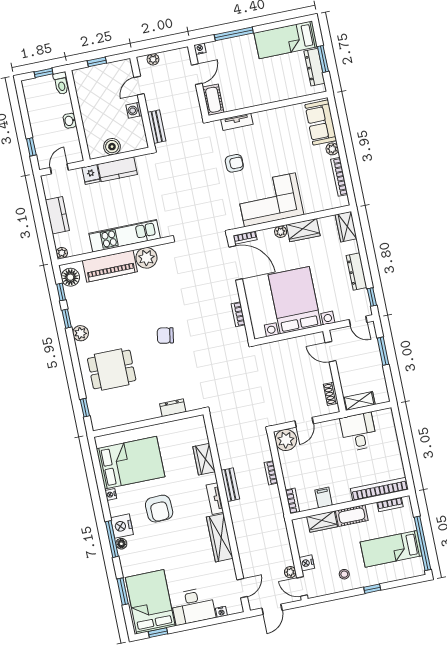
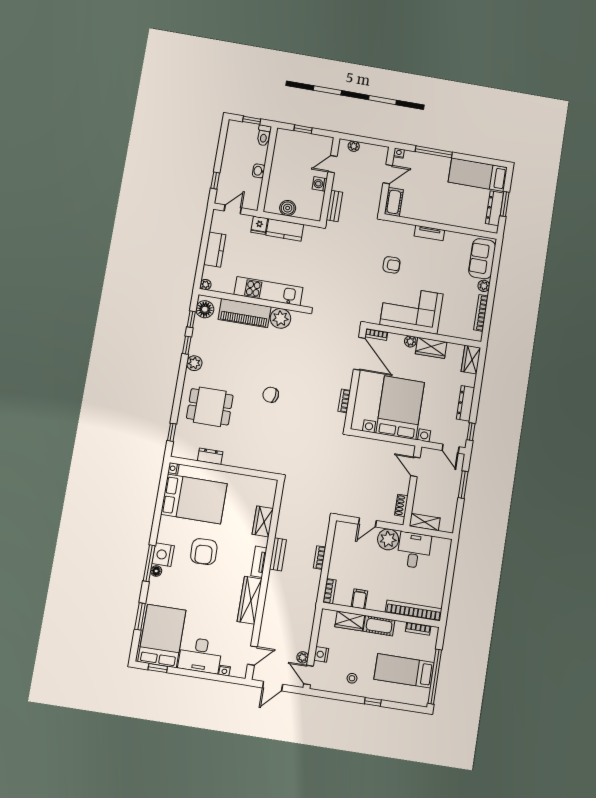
tv unit: (237, 122) -> (429, 233), moved
dresser: (173, 408) -> (210, 456), moved
plant: (286, 440) -> (388, 539), moved
nightstand: (111, 494) -> (173, 468), moved

